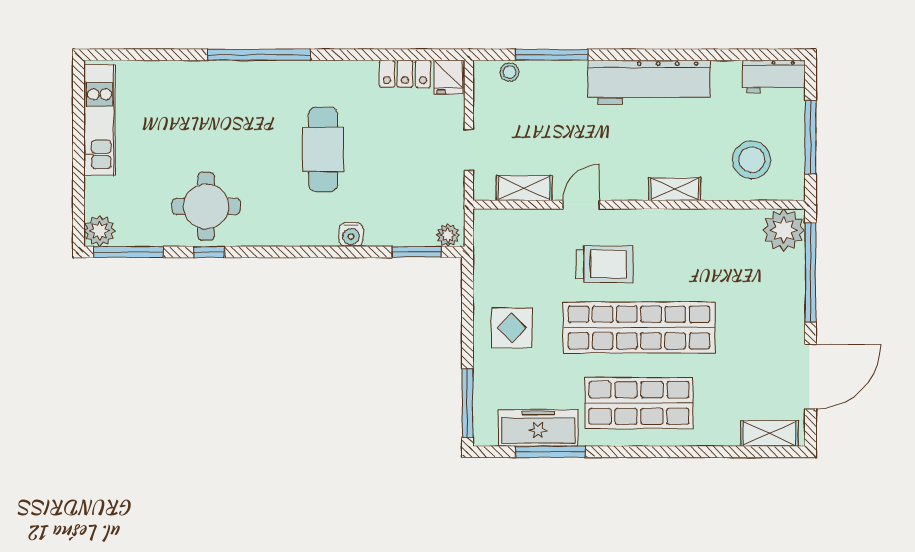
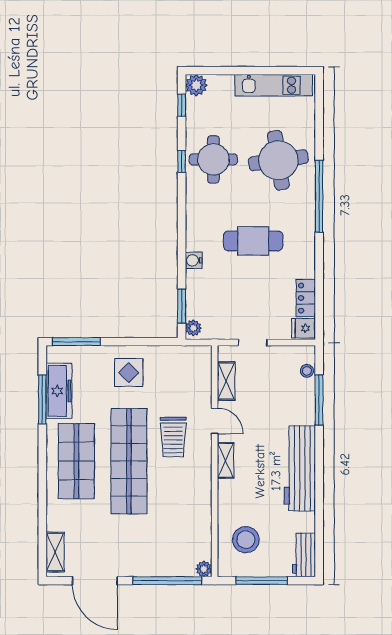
round table: (207, 113) -> (278, 160), added
shelving: (675, 189) -> (226, 460), moved
plant: (784, 230) -> (204, 569), width x0.53, depth x0.53
window: (128, 252) -> (182, 105), width x0.46

